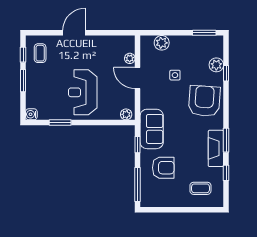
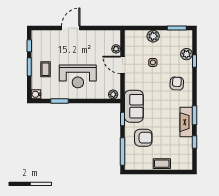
plant: (162, 43) -> (153, 36), moved
coffee table: (40, 53) -> (46, 69), moved
reception desk: (83, 92) -> (78, 76), turned -90
armchair: (204, 101) -> (177, 83), width x0.53, depth x0.53
coffee table: (200, 188) -> (162, 164), moved

